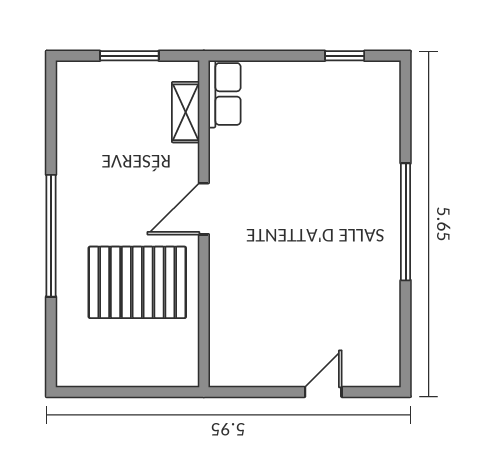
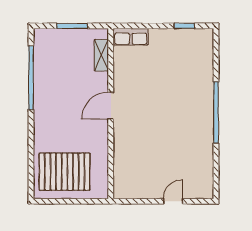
row of seats: (224, 94) -> (131, 37), moved, turned 90
window: (51, 236) -> (31, 78), moved
pallet: (137, 282) -> (65, 172), moved

